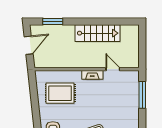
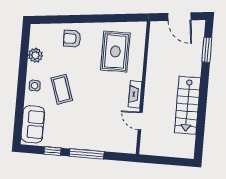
door: (113, 69) -> (140, 121), swing flipped
window: (142, 95) -> (87, 154), moved

